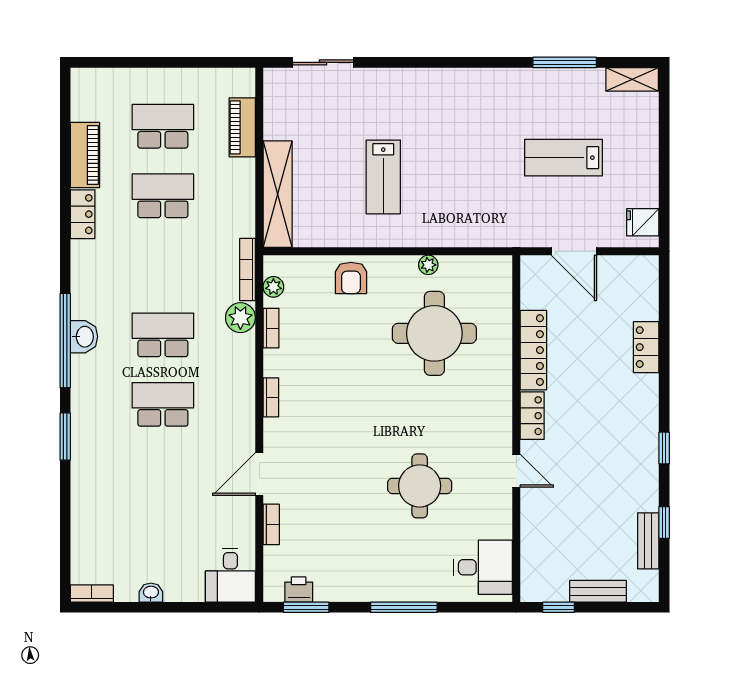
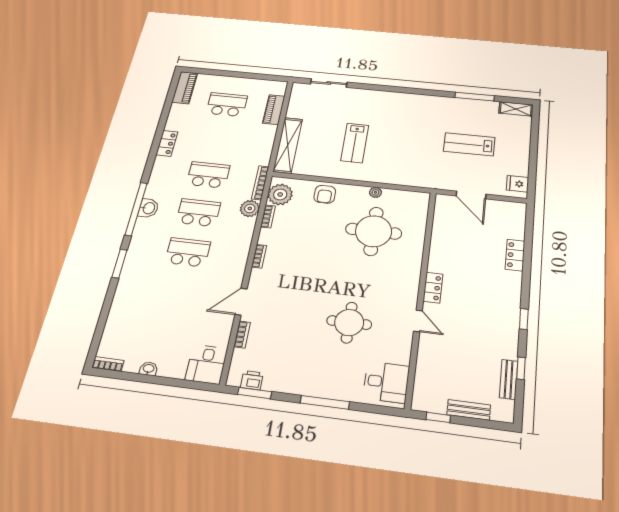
piano: (85, 155) -> (185, 88), moved
school desk: (163, 196) -> (208, 175), moved
plant: (273, 287) -> (280, 194), width x1.87, depth x1.87
locker: (533, 350) -> (438, 248), removed

